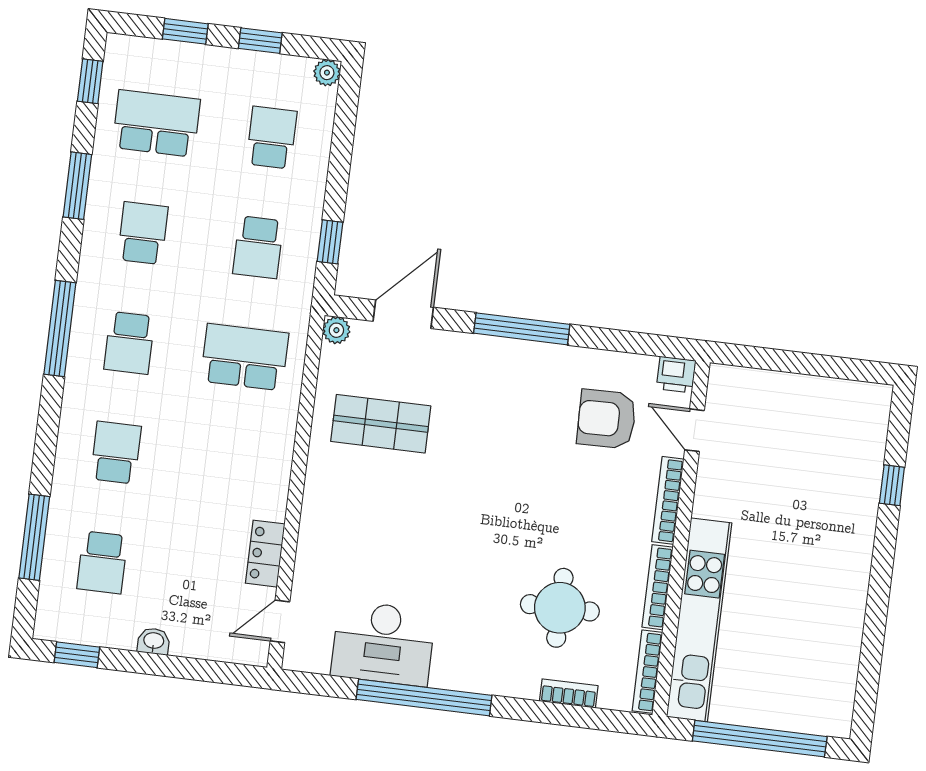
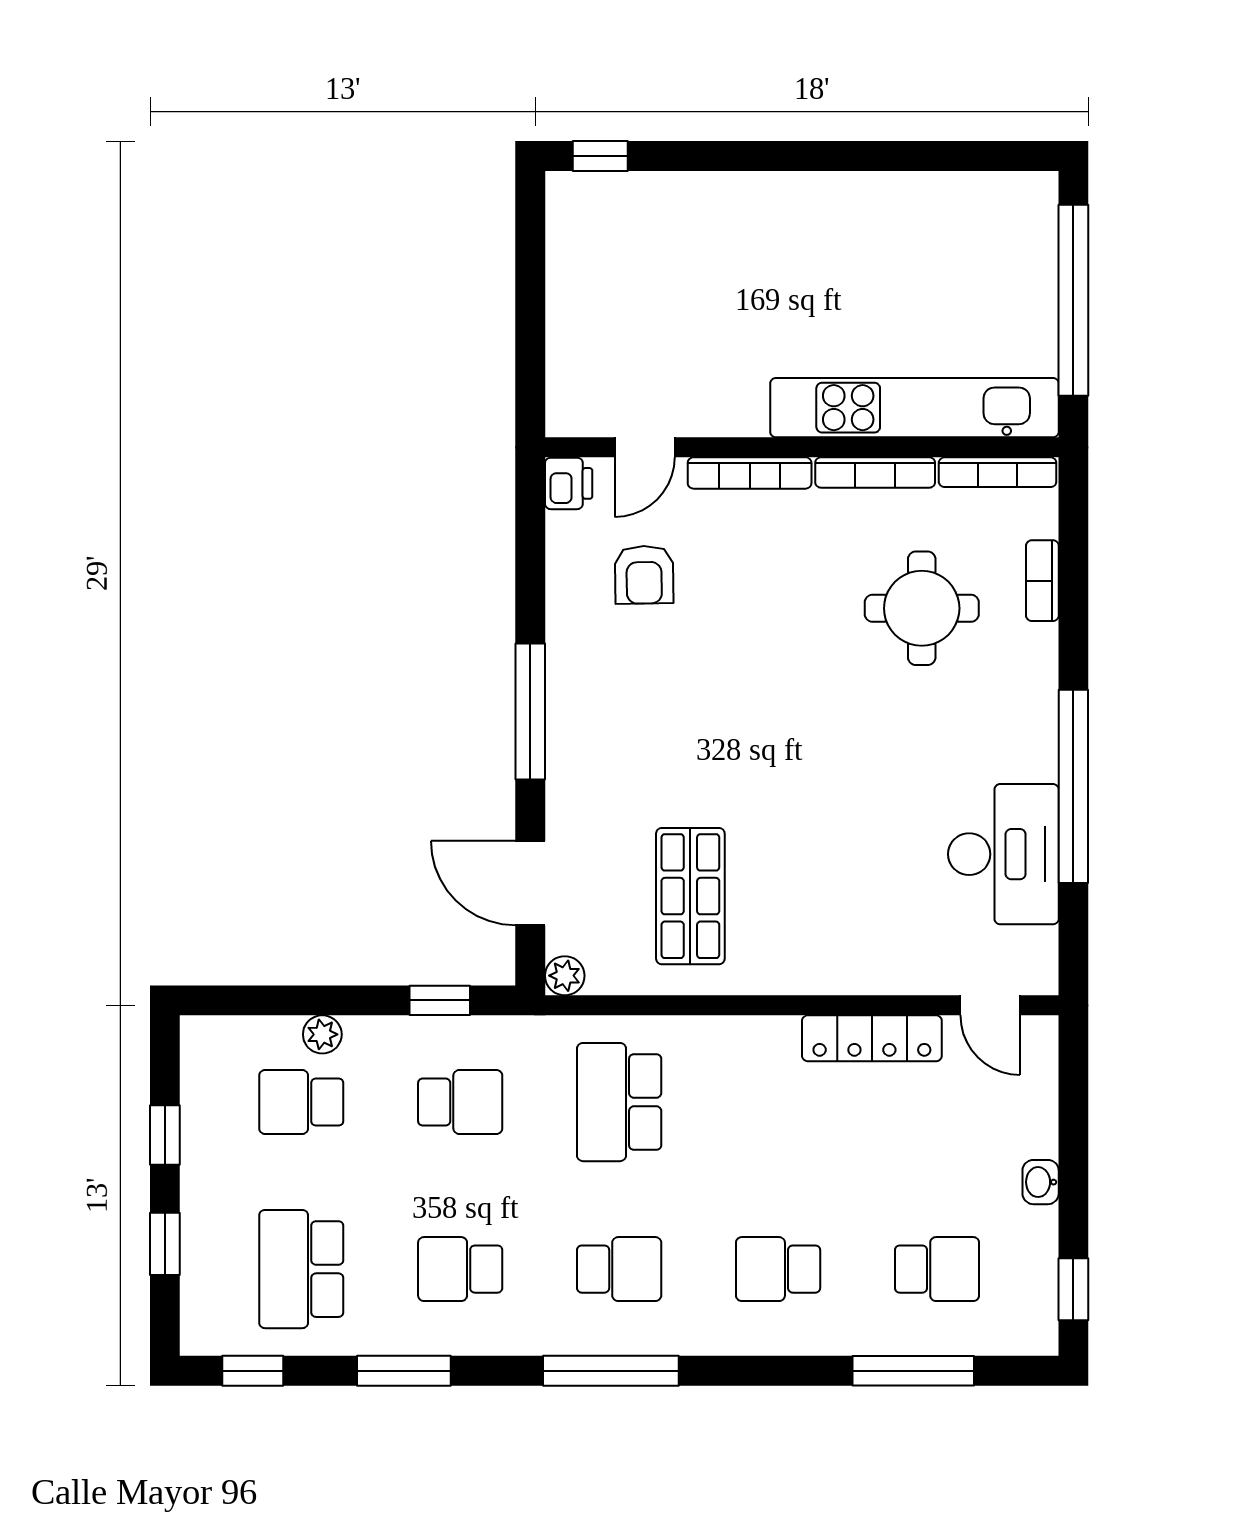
plant: (327, 73) -> (322, 1034), moved
armchair: (607, 419) -> (644, 575), width x0.72, depth x0.72
window: (892, 485) -> (600, 156), moved
locker: (265, 554) -> (872, 1038), width x1.53

